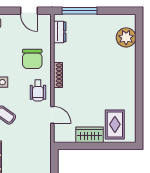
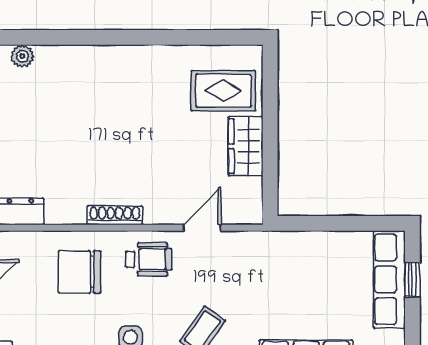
plant: (126, 37) -> (22, 56), width x0.53, depth x0.53
chair: (32, 59) -> (79, 272), turned 180

